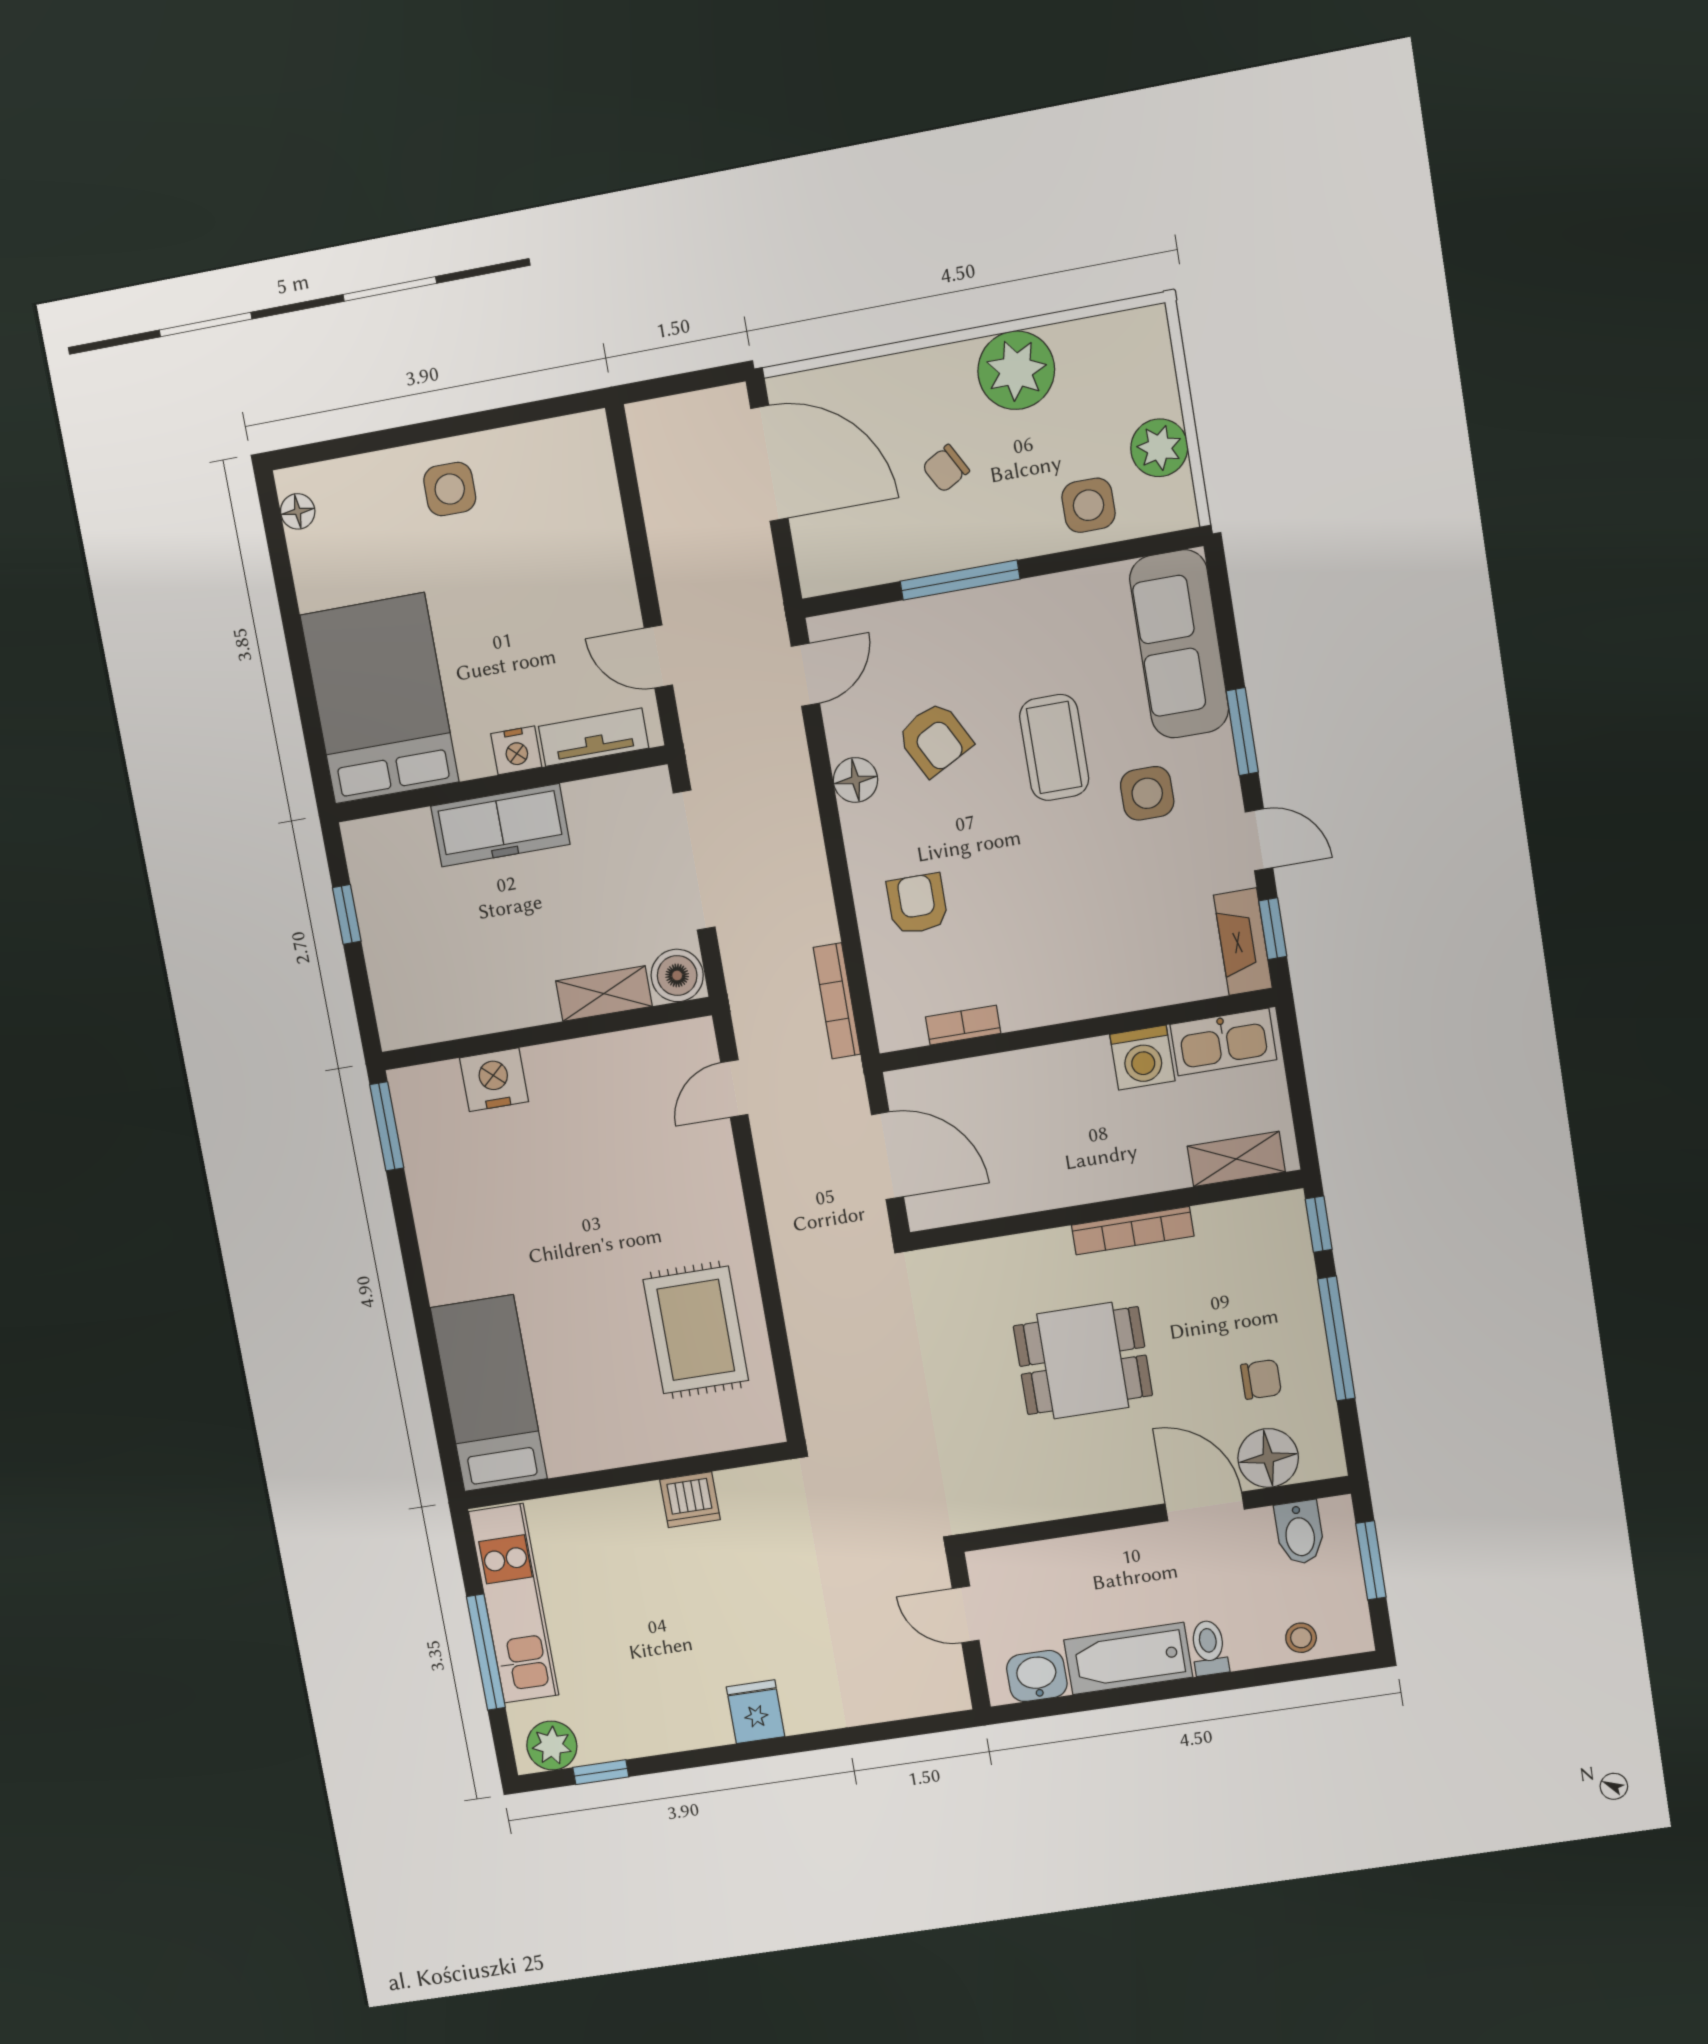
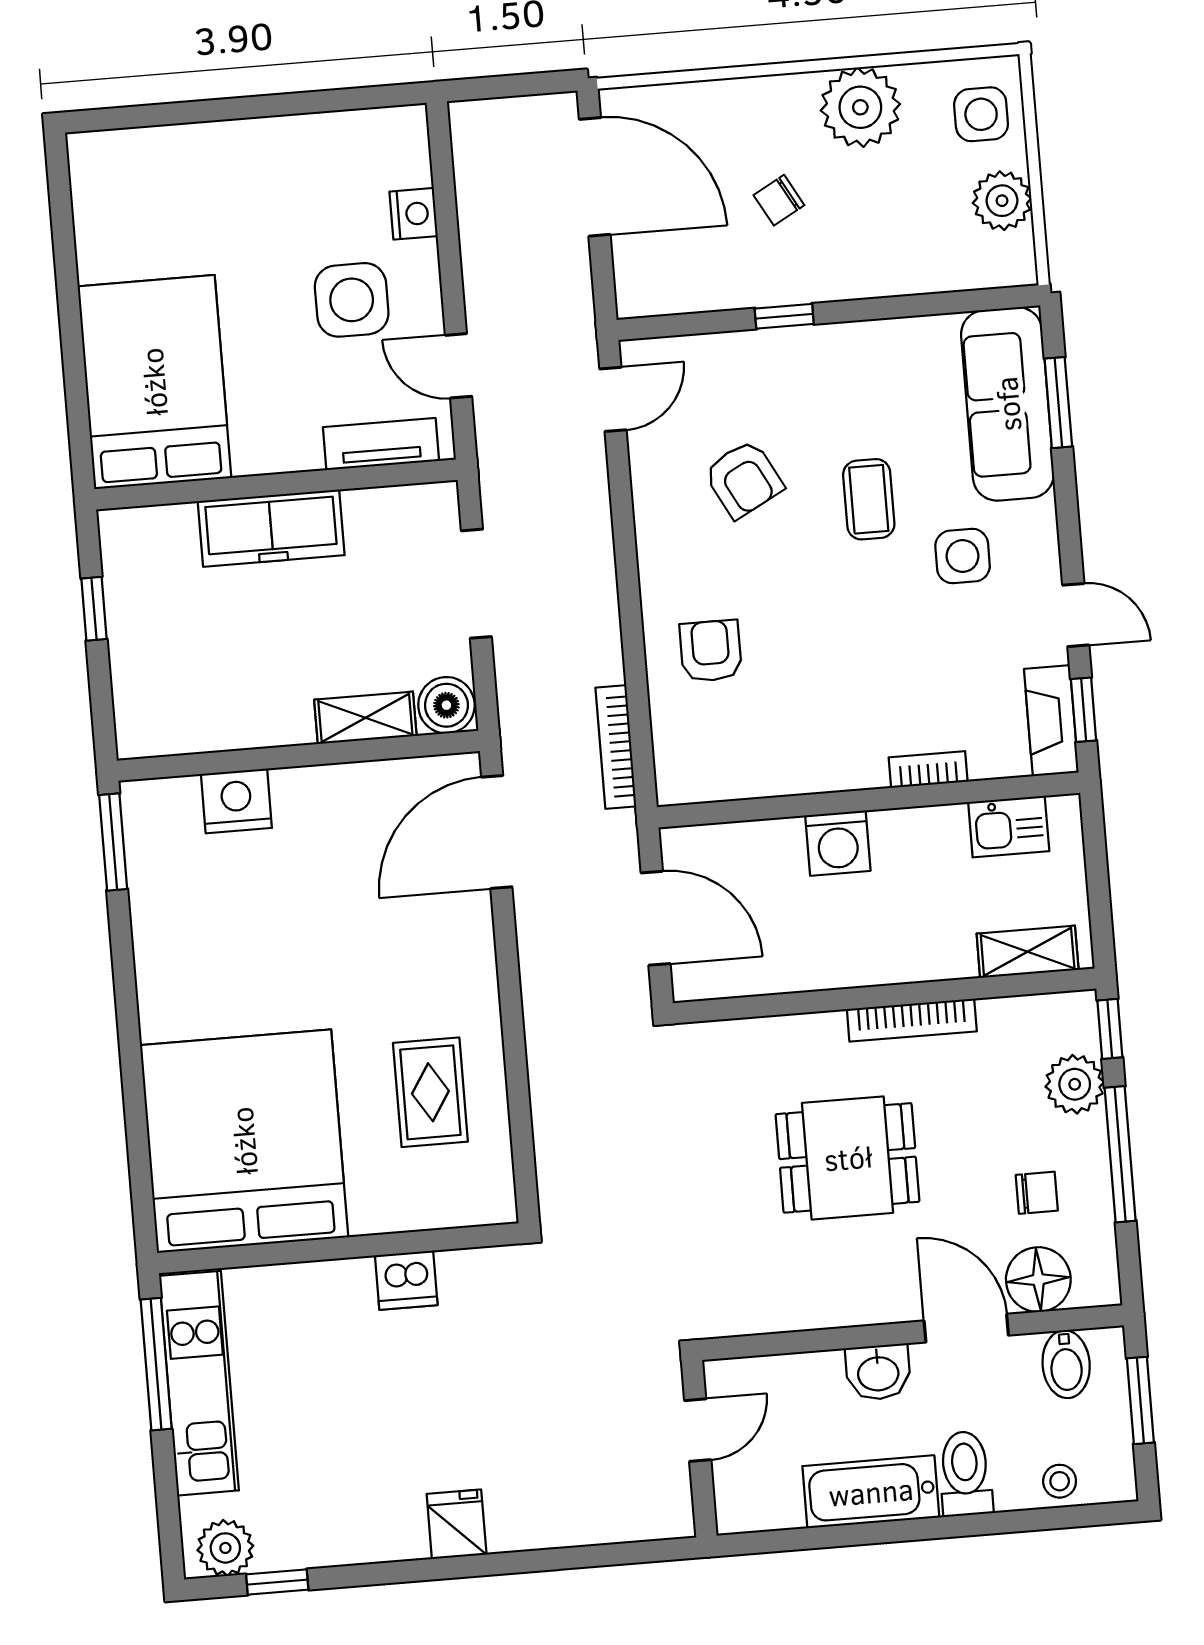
side table: (450, 489) -> (352, 300), moved, width x1.37, depth x1.37
side table: (1088, 505) -> (981, 114), moved
floor lamp: (298, 511) -> (87, 178), removed
window: (960, 580) -> (784, 316), width x0.46
window: (1242, 732) -> (1058, 403), moved
coffee table: (1054, 747) -> (869, 499), width x0.73, depth x0.77
nightstand: (516, 750) -> (414, 214), moved, turned -90
floor lamp: (855, 780) -> (656, 514), removed
doorway: (694, 860) -> (476, 584), width x0.73
bookcase: (963, 1025) -> (928, 770), moved
kitchen sink: (1223, 1042) -> (1009, 827), width x0.73
washing machine: (1142, 1058) -> (838, 843), moved
door: (734, 1088) -> (497, 832), width x1.87
plant: (1289, 1278) -> (1075, 1084), added
rug: (696, 1330) -> (430, 1092), width x0.73, depth x0.70
bed: (489, 1393) -> (244, 1141), width x2.04
door: (966, 1614) -> (698, 1430), swing flipped
toilet: (1209, 1648) -> (965, 1474), width x1.37, depth x1.39
window: (486, 1652) -> (156, 1364), moved
washbasin: (1037, 1676) -> (878, 1372), moved, turned 180

